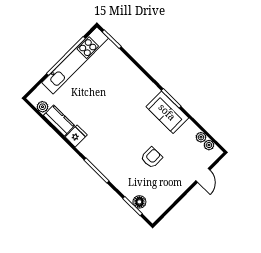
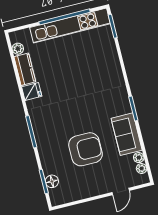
sofa: (167, 112) -> (127, 134), moved
armchair: (152, 157) -> (86, 149), width x1.88, depth x1.88

